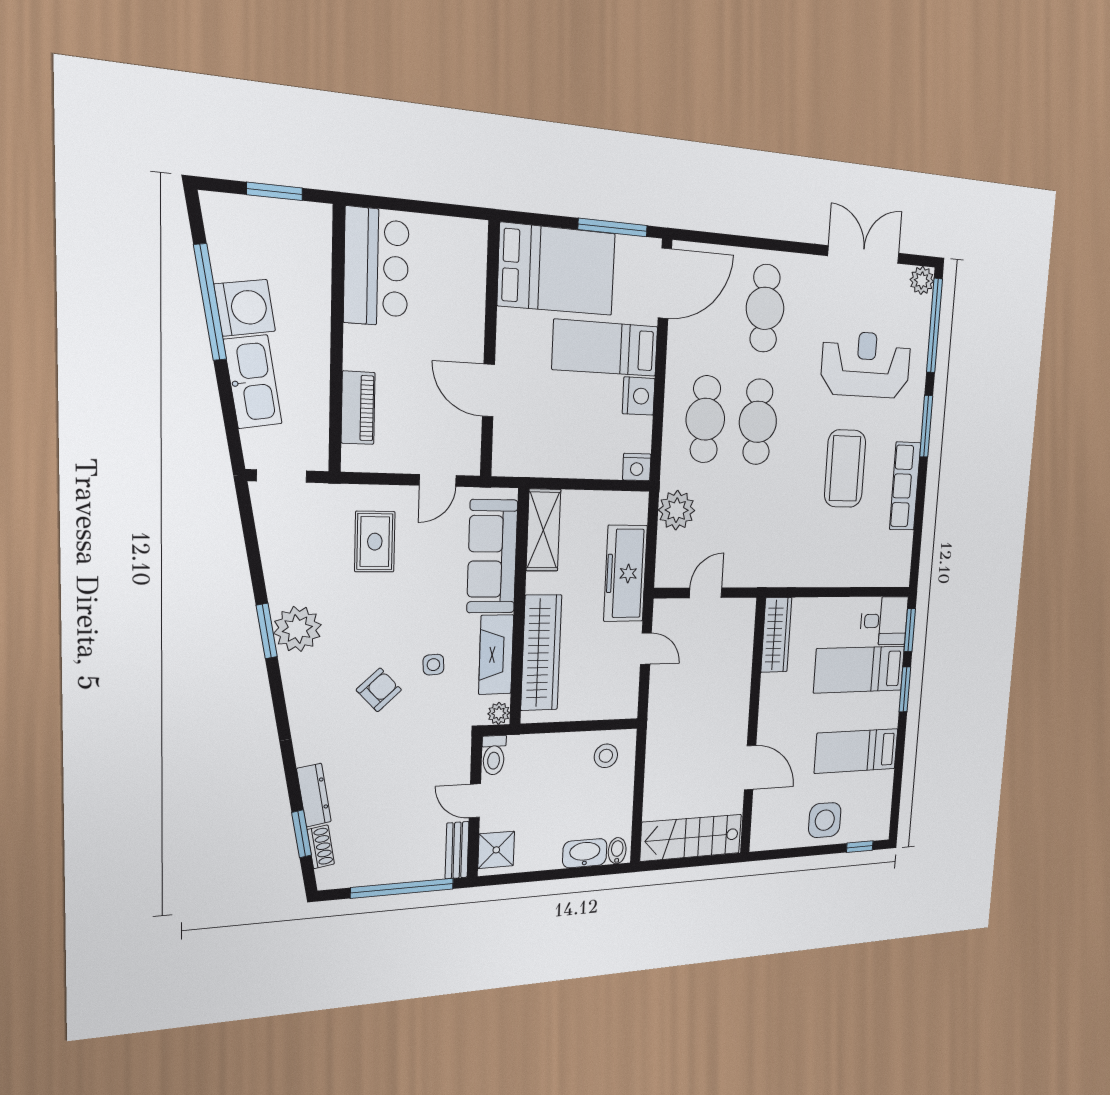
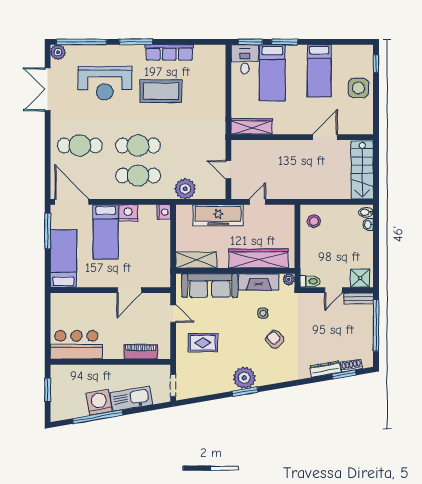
bed: (557, 269) -> (63, 258), width x0.67
reception desk: (866, 365) -> (105, 83), turned -90
washbasin: (585, 853) -> (368, 225), width x0.52, depth x0.69

